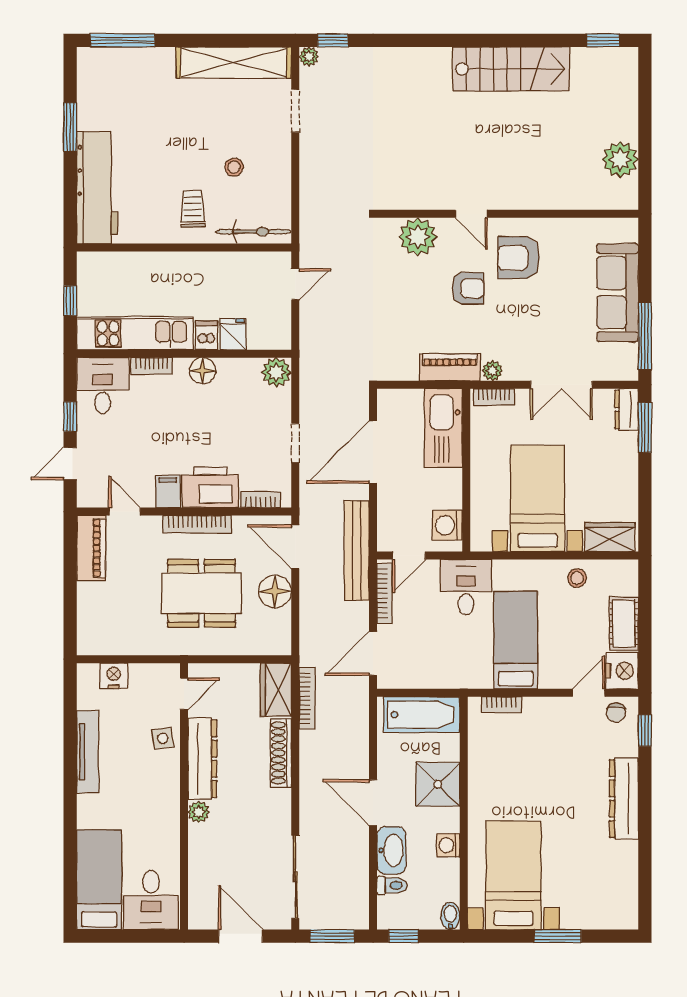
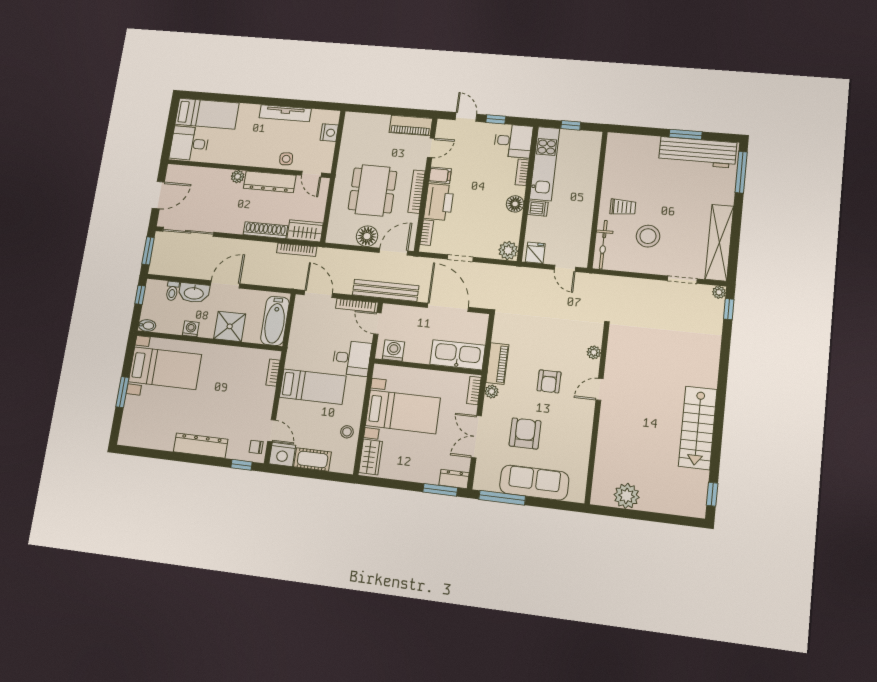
stool: (234, 167) -> (648, 236), width x1.89, depth x1.89
workbench: (97, 187) -> (698, 152), moved
plant: (418, 237) -> (594, 352), width x0.53, depth x0.53
armchair: (519, 258) -> (525, 433), moved
fridge: (233, 334) -> (535, 253), moved, turned -90

